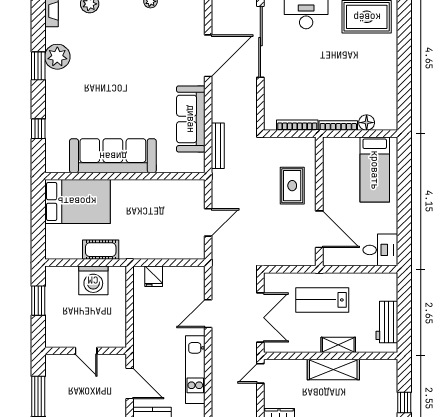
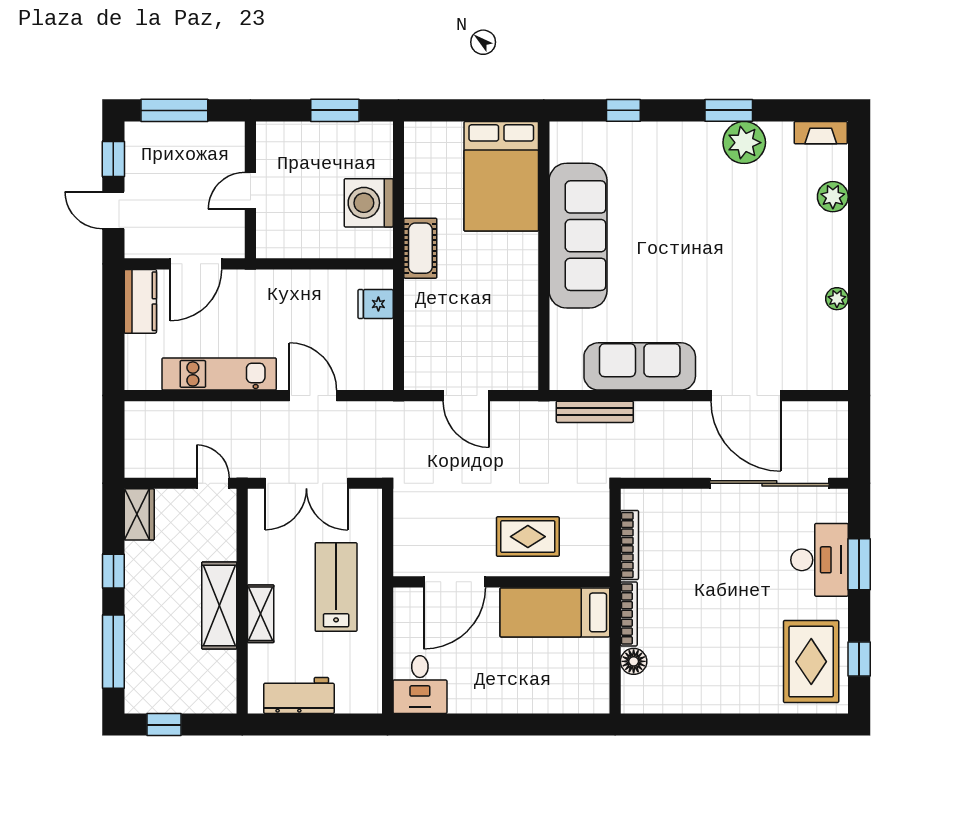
bed: (375, 170) -> (555, 612), moved
cot: (101, 250) -> (420, 248), moved

